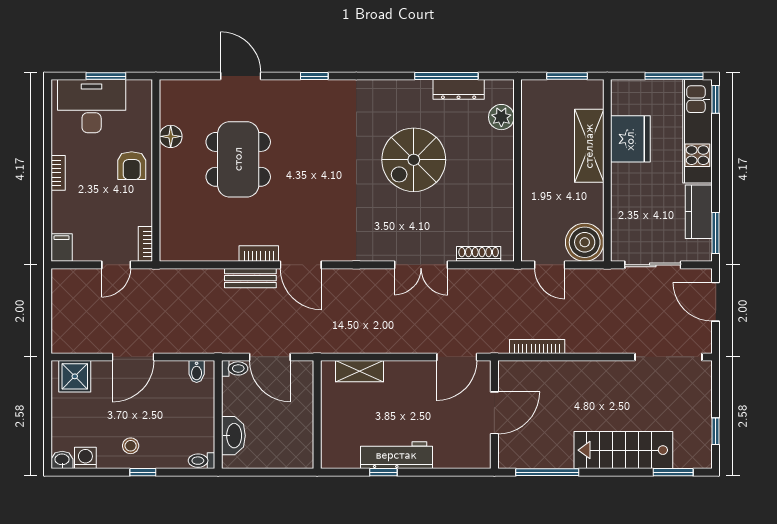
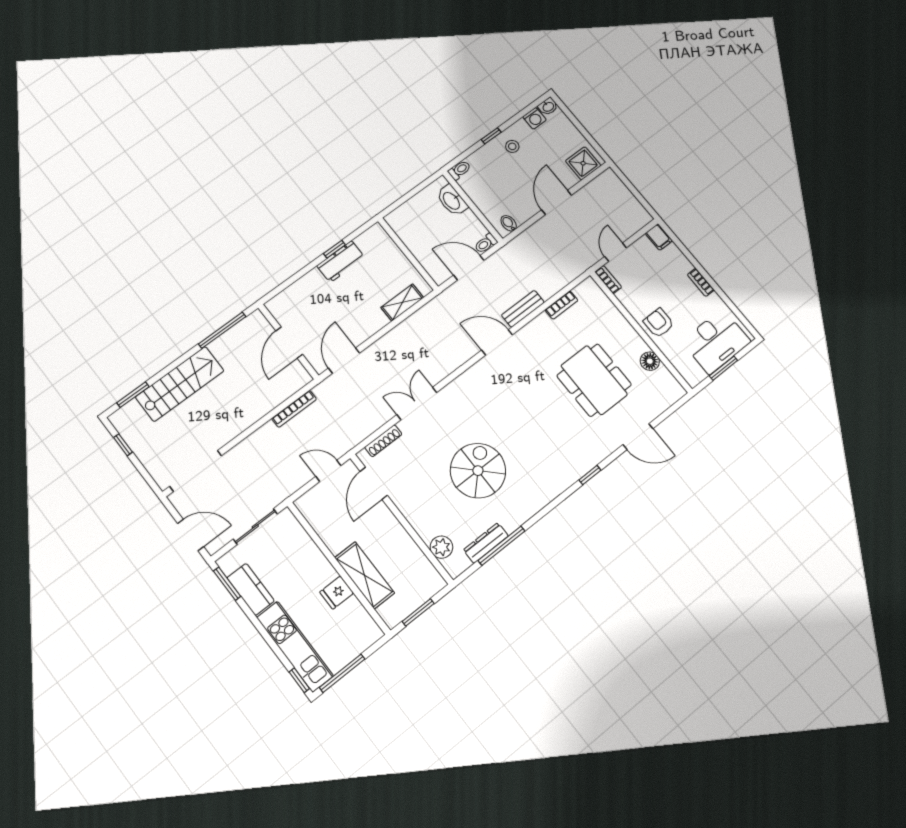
fridge: (630, 139) -> (337, 593), width x0.53, depth x0.75
door: (517, 222) -> (374, 483), added
boiler: (585, 242) -> (316, 505), removed
bookcase: (259, 254) -> (561, 305), moved
workbench: (396, 455) -> (341, 262), width x0.73

